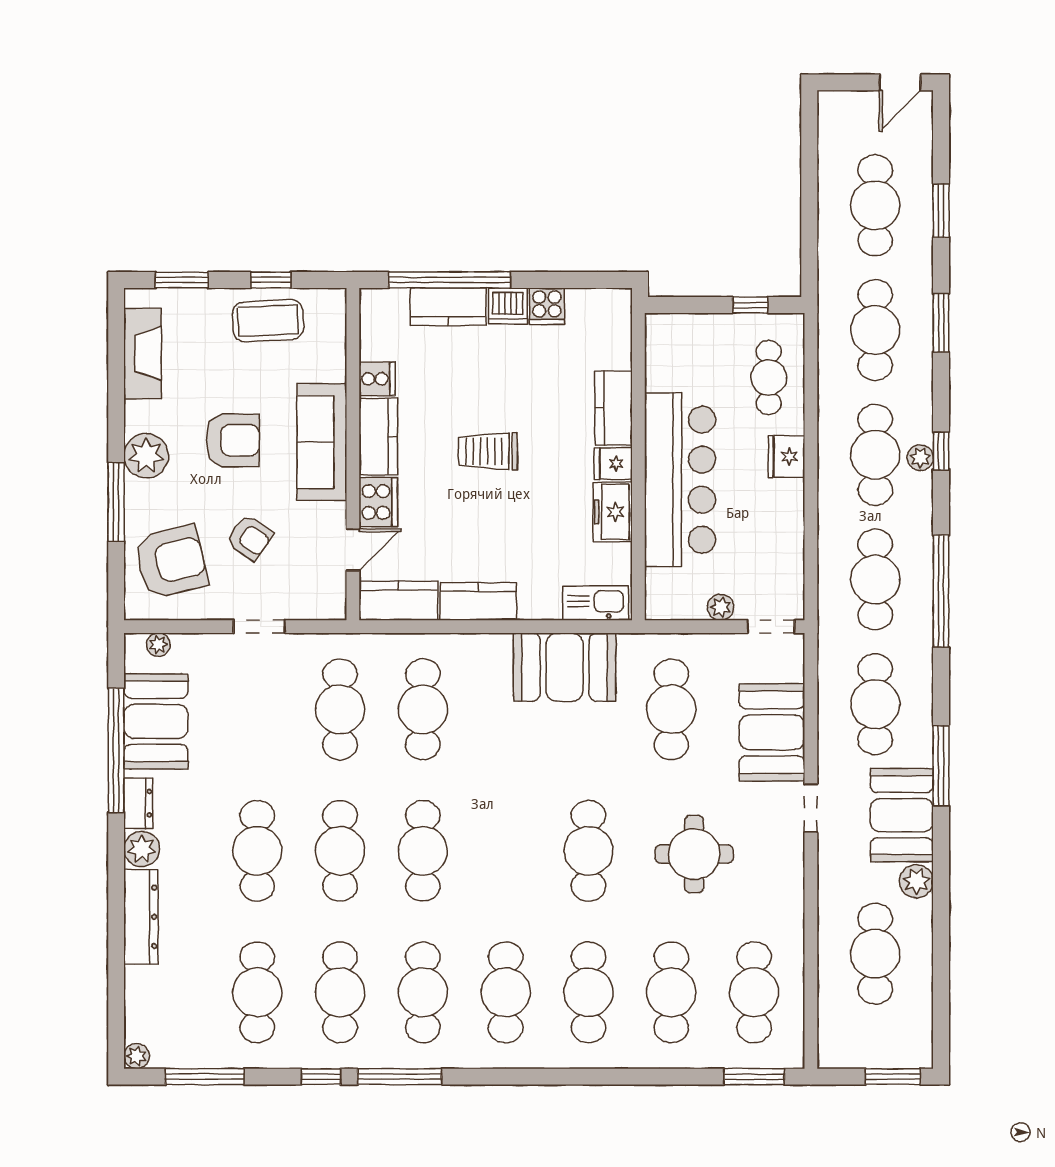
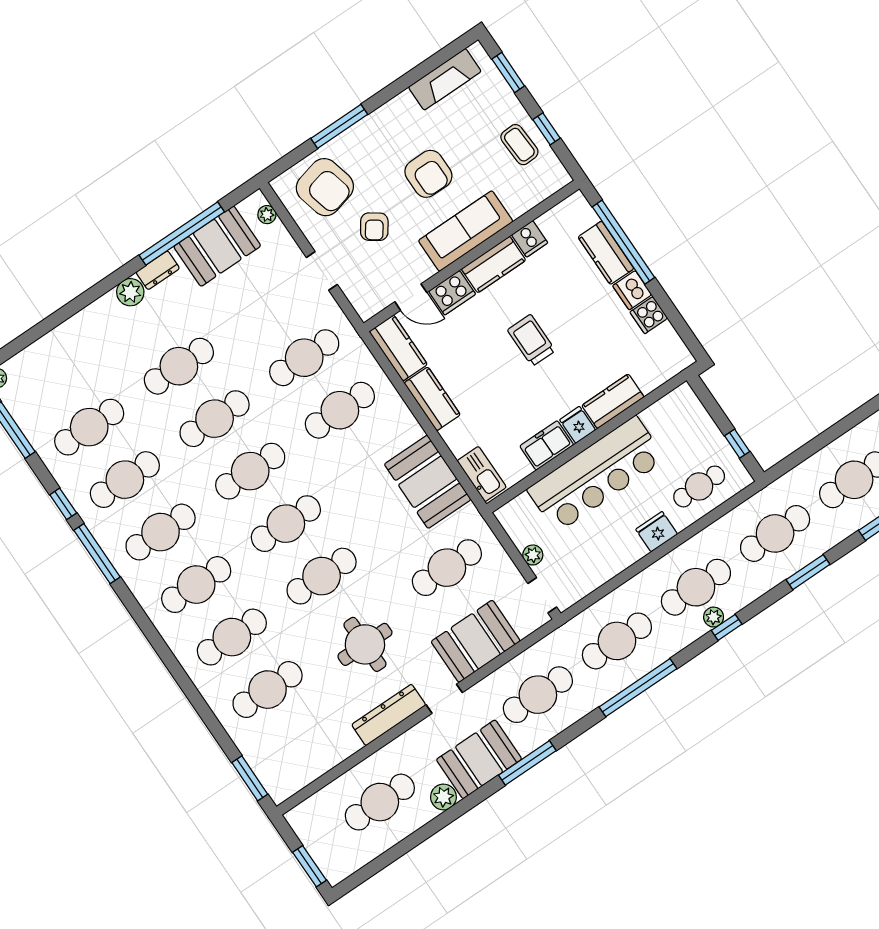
coffee table: (268, 321) -> (519, 145), width x0.73, depth x0.77
plant: (146, 456) -> (381, 126), removed
dresser: (141, 917) -> (389, 715), moved, turned 180
cafe table: (754, 992) -> (286, 524), moved

